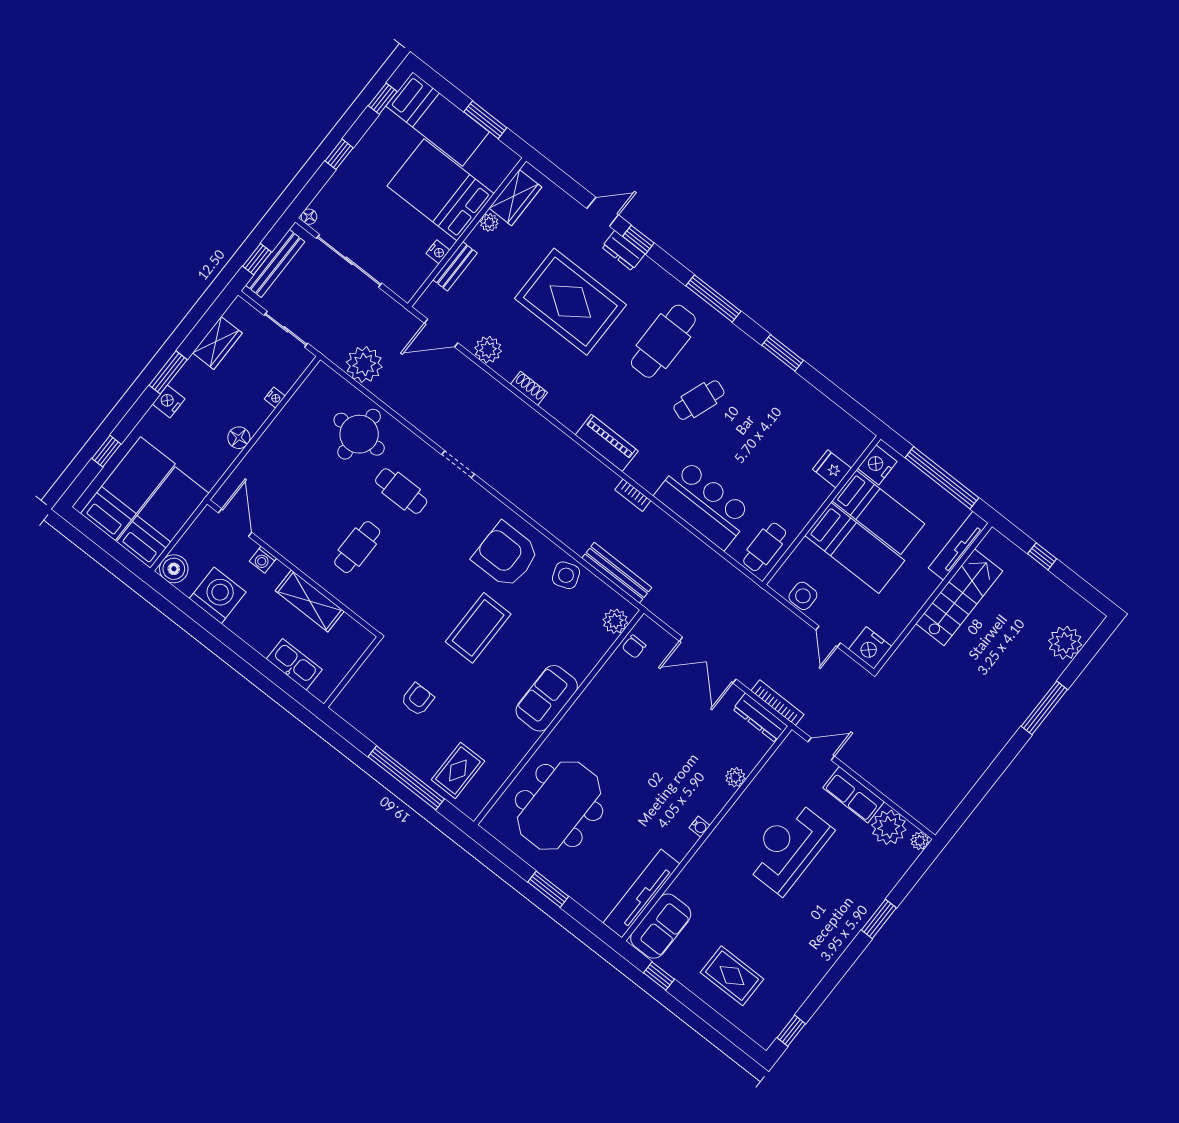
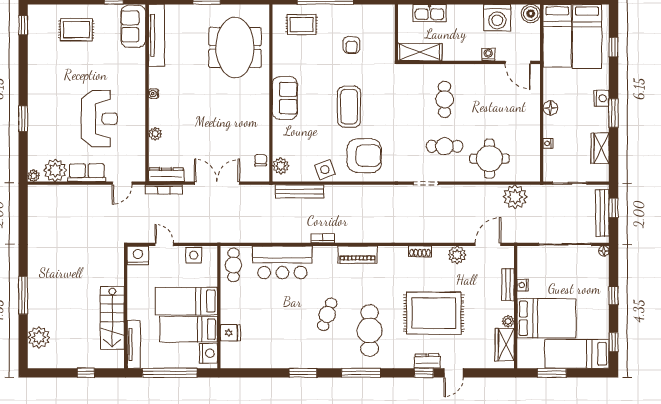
shelving: (310, 601) -> (420, 52), moved
rug: (458, 770) -> (302, 25), turned 90

